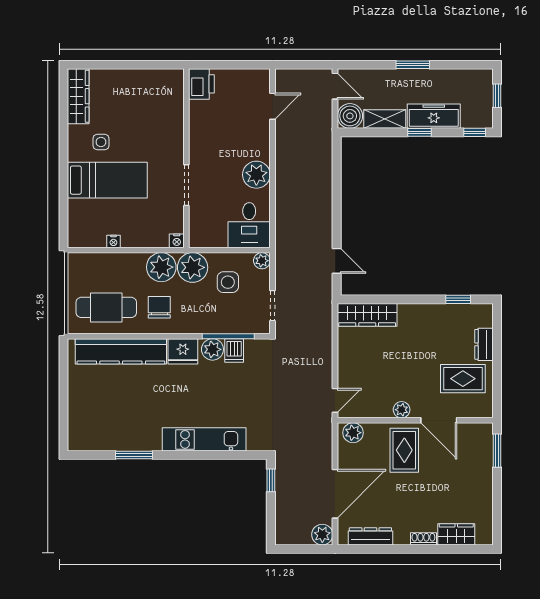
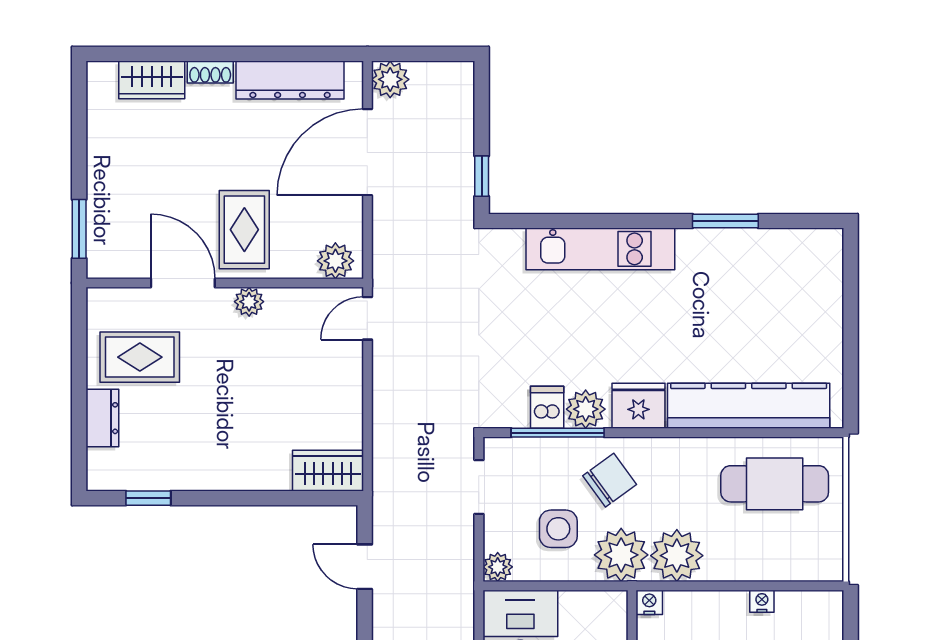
chair: (159, 307) -> (610, 480), moved, turned -126
wardrobe: (367, 315) -> (328, 471), width x0.67
dresser: (370, 536) -> (290, 80), width x1.37, depth x1.24

